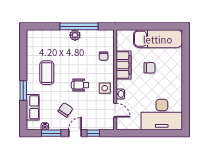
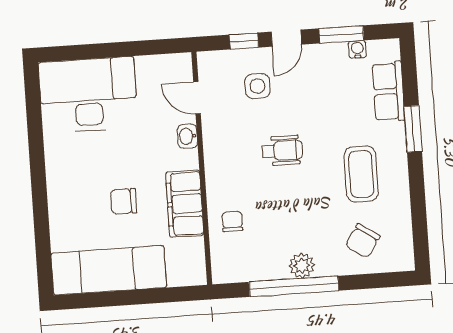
side table: (105, 88) -> (257, 86), moved
chair: (65, 110) -> (363, 241), moved

